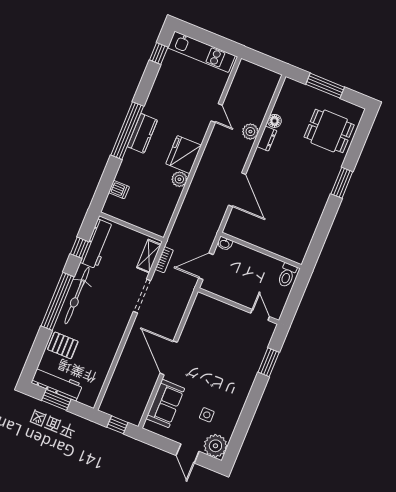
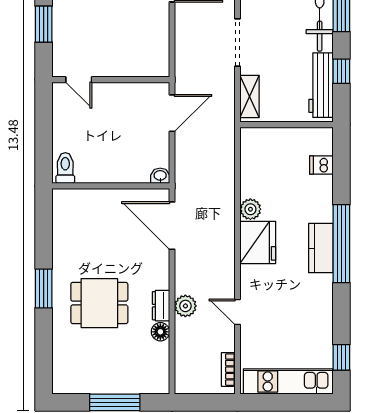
dining table: (329, 131) -> (99, 303), moved
washbasin: (225, 244) -> (160, 176), moved
wall: (261, 250) -> (111, 186), moved
bookcase: (164, 260) -> (228, 370), moved
toilet: (287, 275) -> (65, 168), moved

